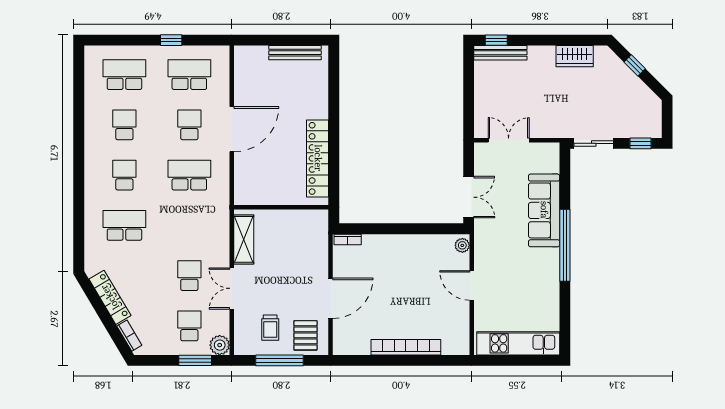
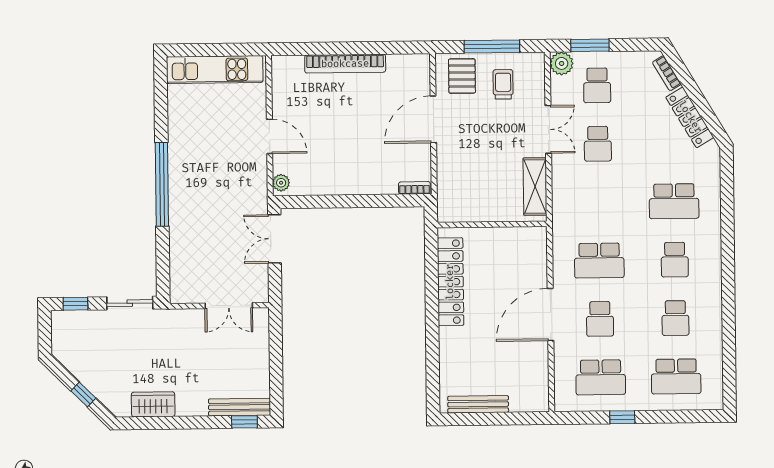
sofa: (544, 210) -> (187, 225), removed

